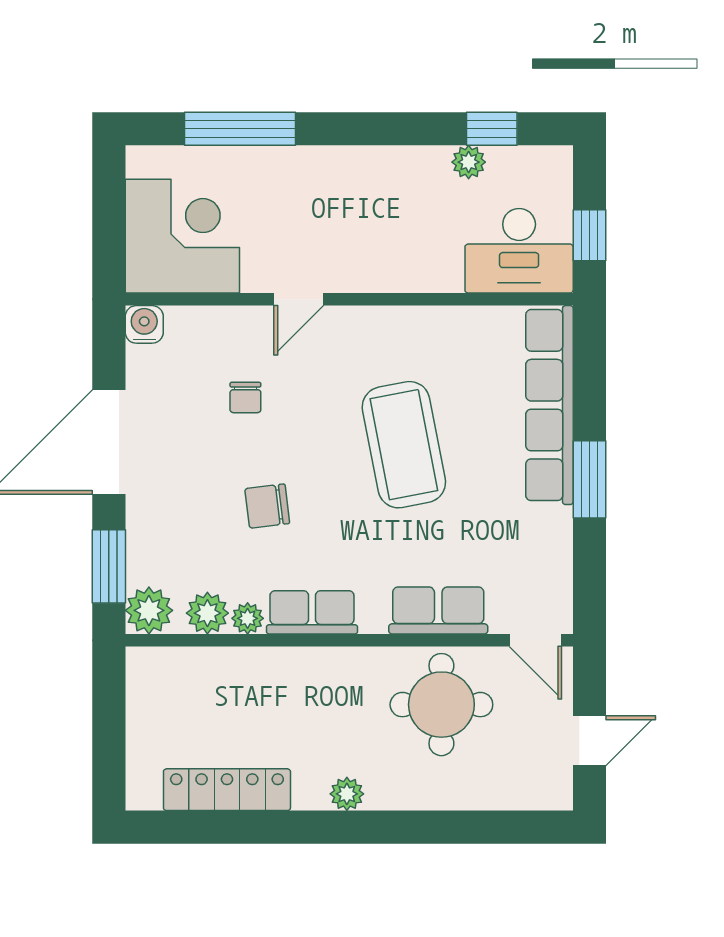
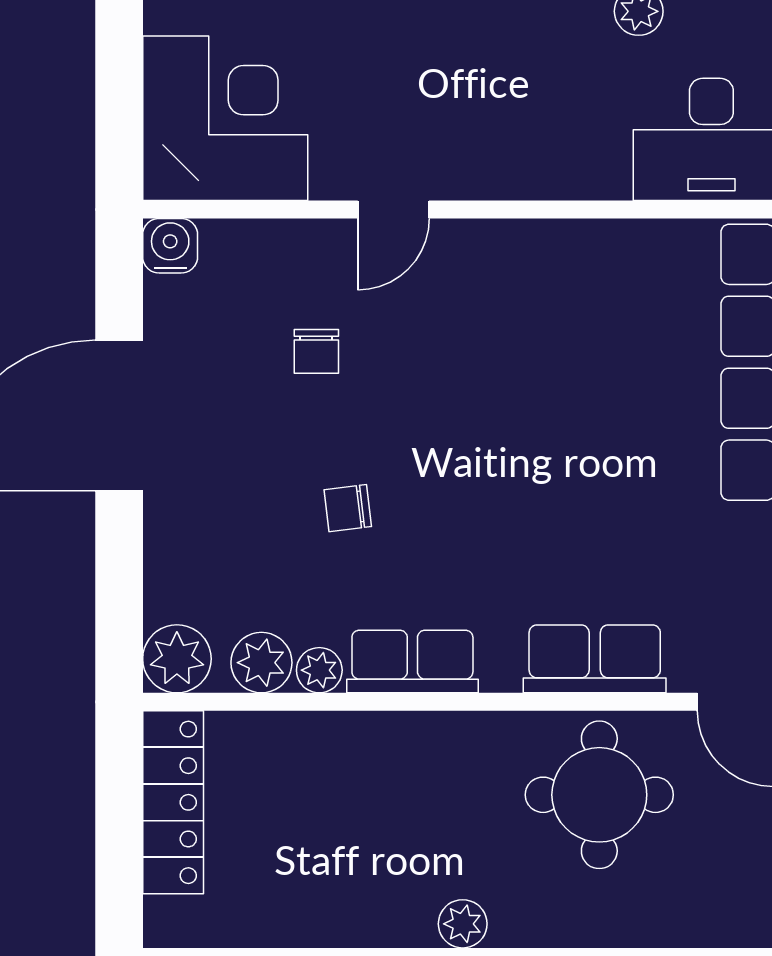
coffee table: (404, 445) -> (545, 419), removed
chair: (267, 506) -> (348, 508), width x0.73, depth x0.73
window: (109, 566) -> (119, 595), removed
locker: (227, 790) -> (173, 802), moved, turned 90

